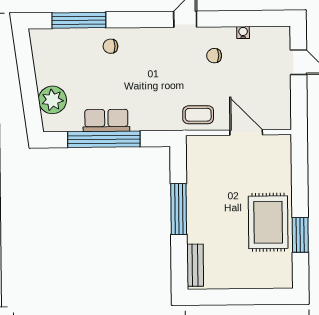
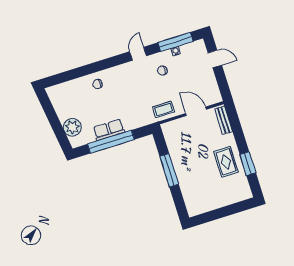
window: (79, 20) -> (175, 42), moved
rug: (268, 222) -> (226, 162), width x0.73, depth x0.70
bench: (195, 265) -> (224, 120), moved

